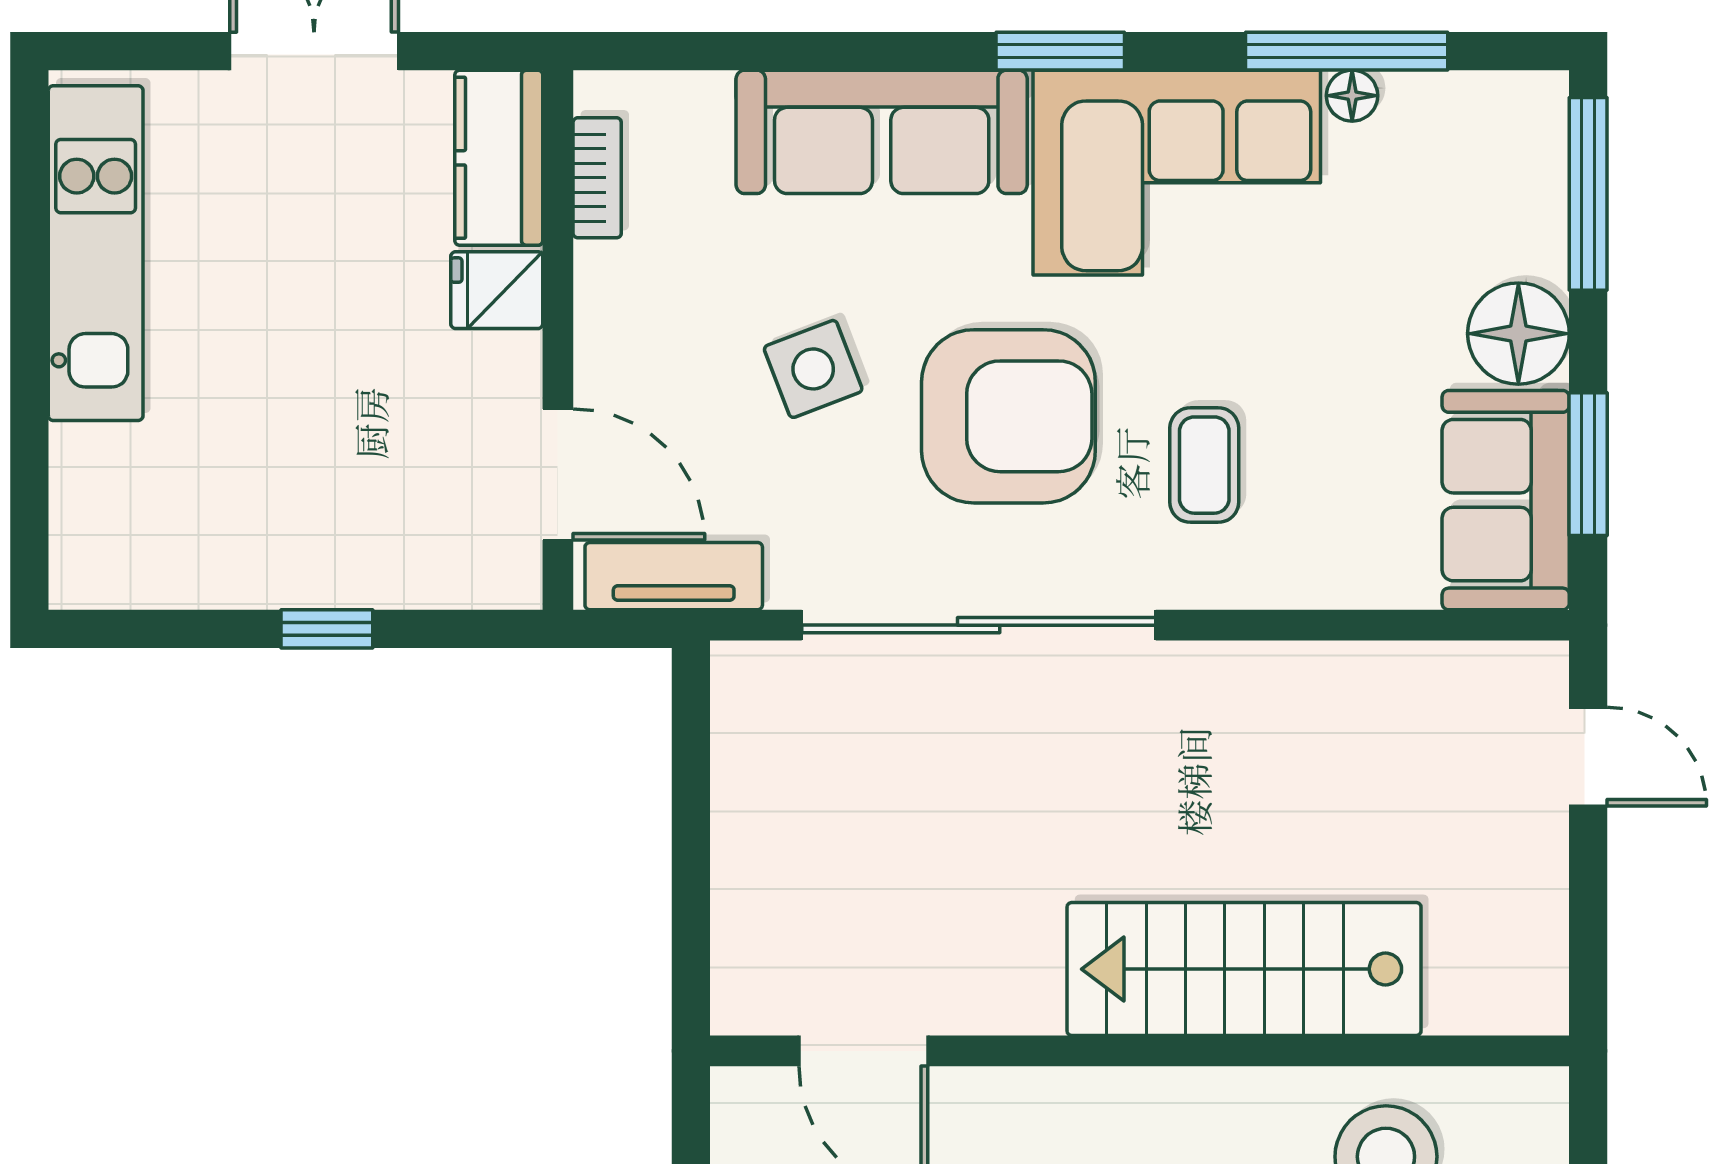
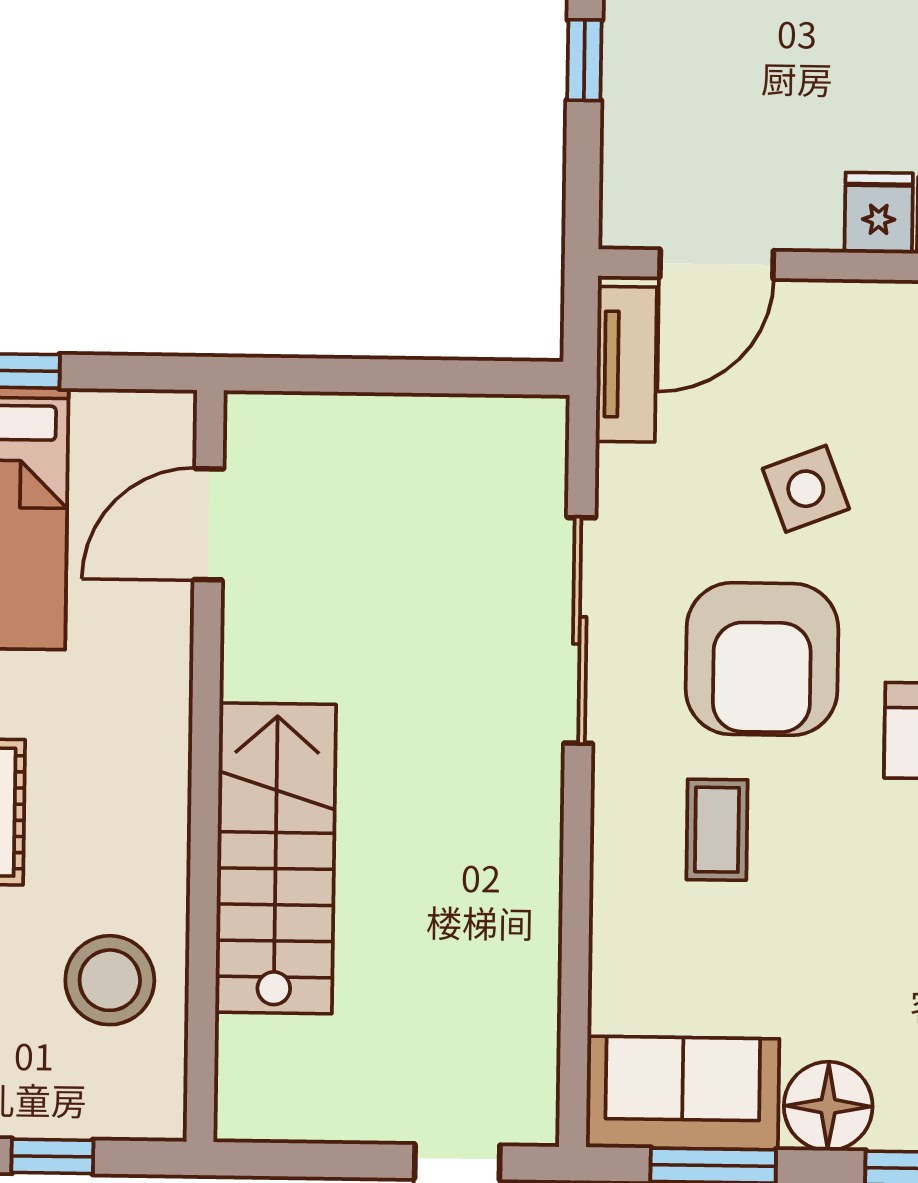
coffee table: (1204, 465) -> (717, 830), turned 90
sliding door: (979, 625) -> (580, 630), width x0.73

